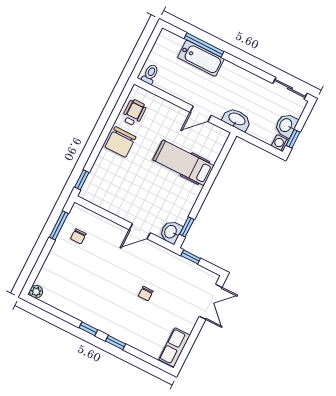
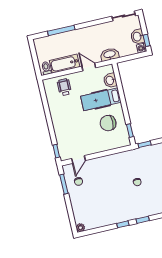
bathtub: (201, 58) -> (65, 64), moved, turned 180
wheelchair: (134, 113) -> (64, 87), moved
door: (201, 114) -> (89, 67), swing flipped
chair: (120, 142) -> (108, 123), moved, turned 90
door: (140, 231) -> (78, 160), moved
washbasin: (171, 232) -> (110, 80), moved

